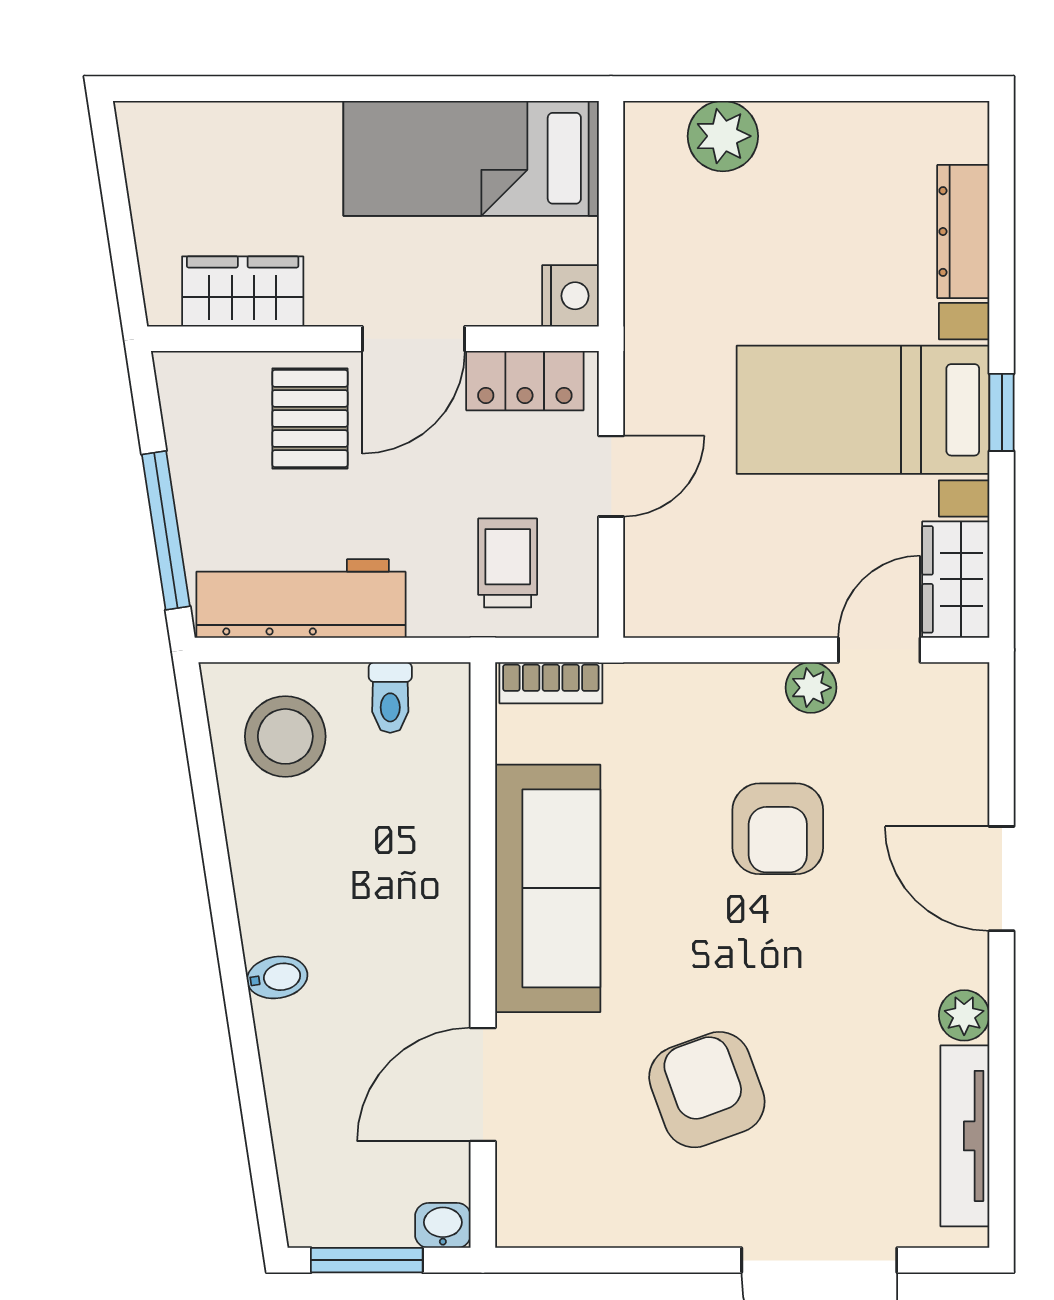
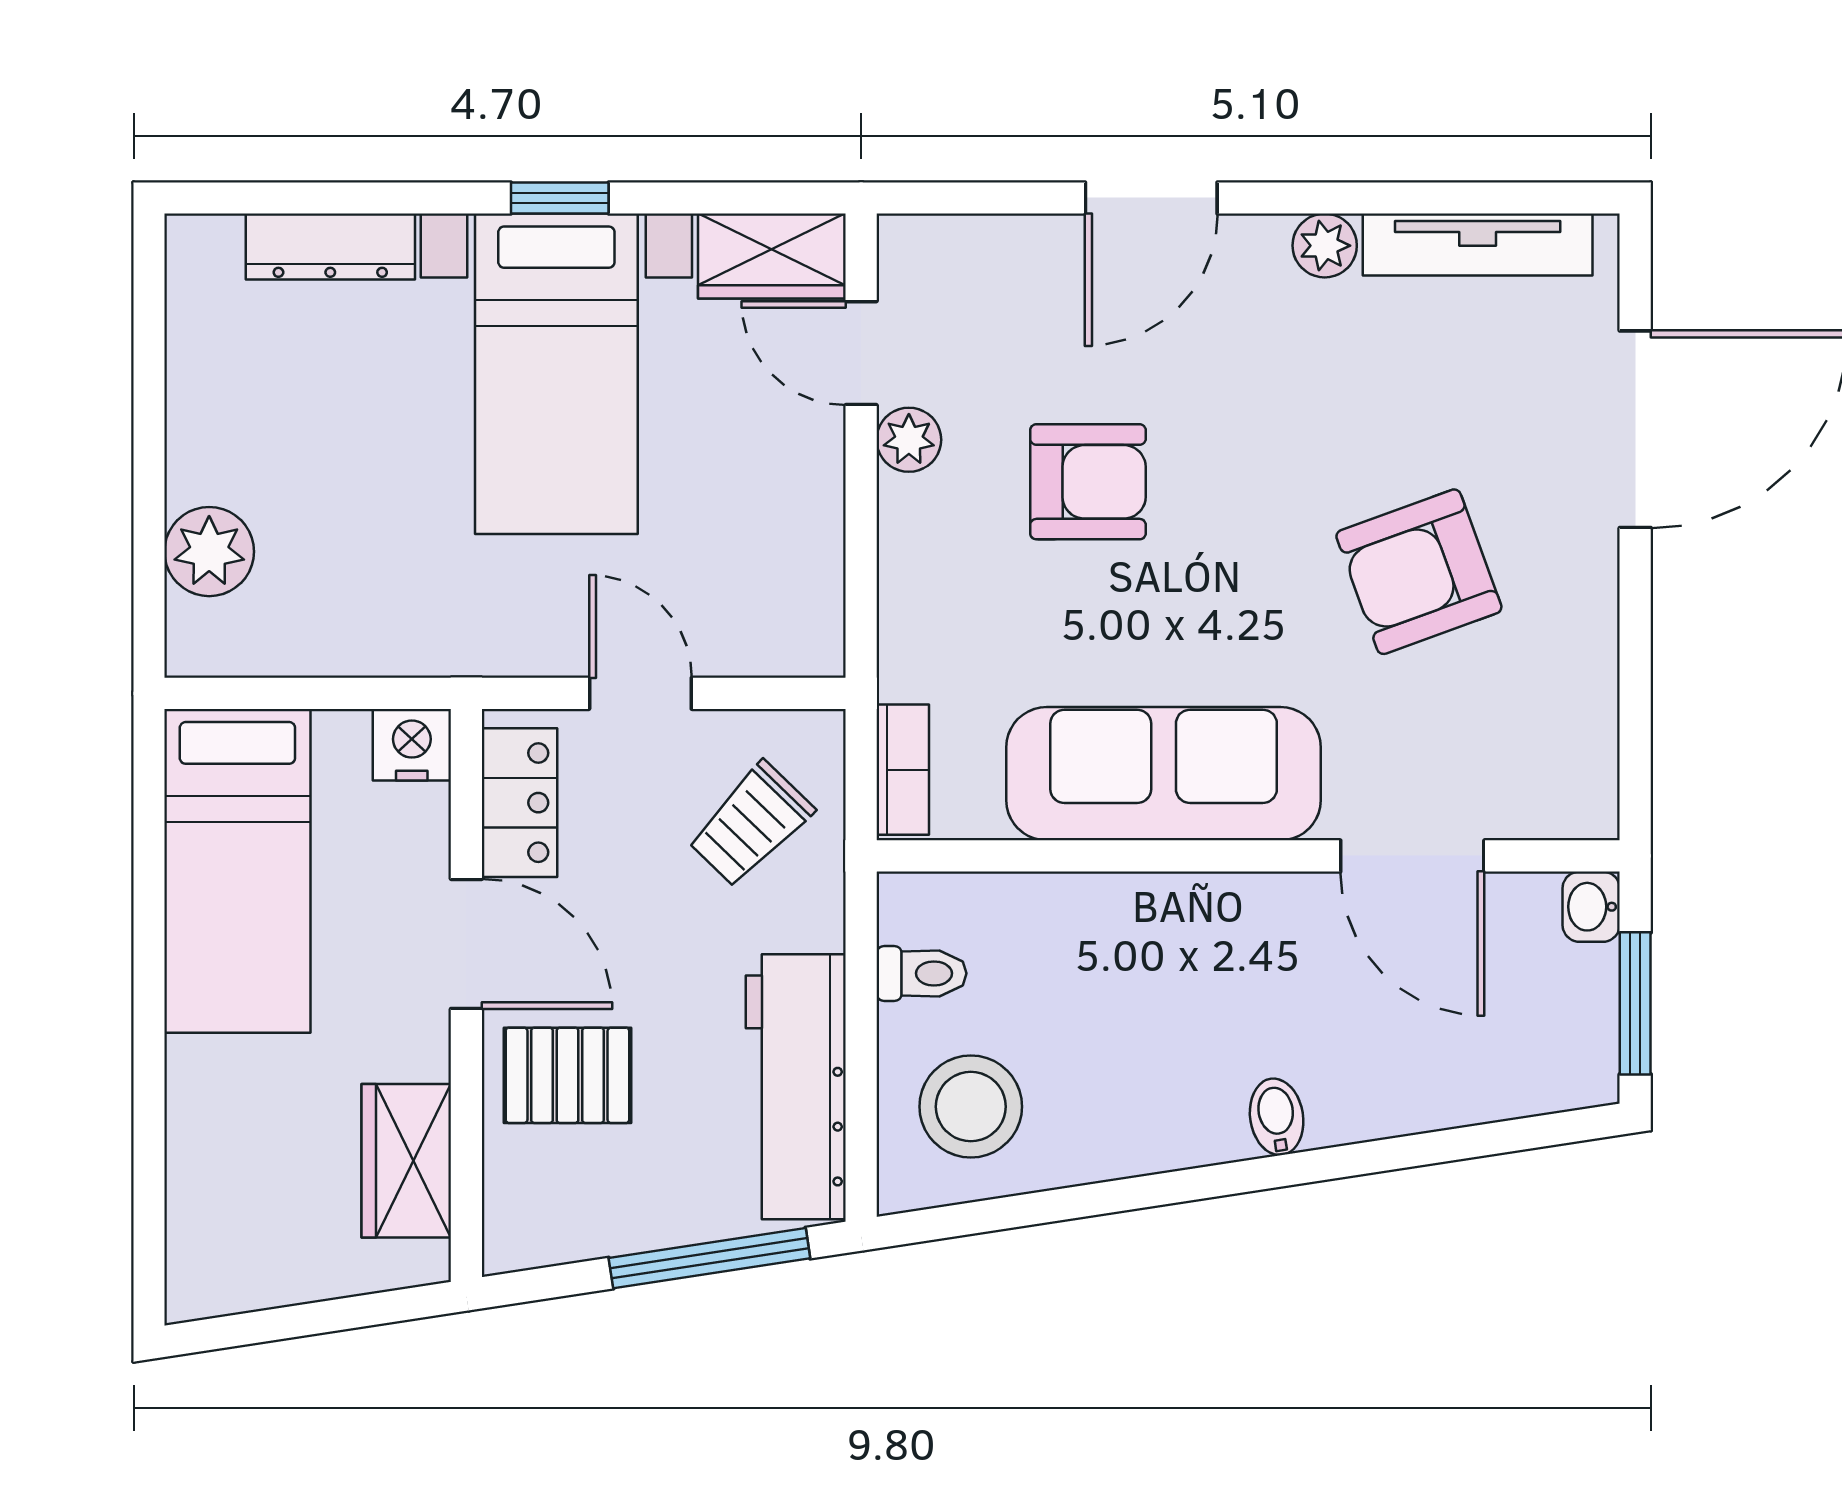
trolley: (508, 563) -> (751, 825), turned -46

